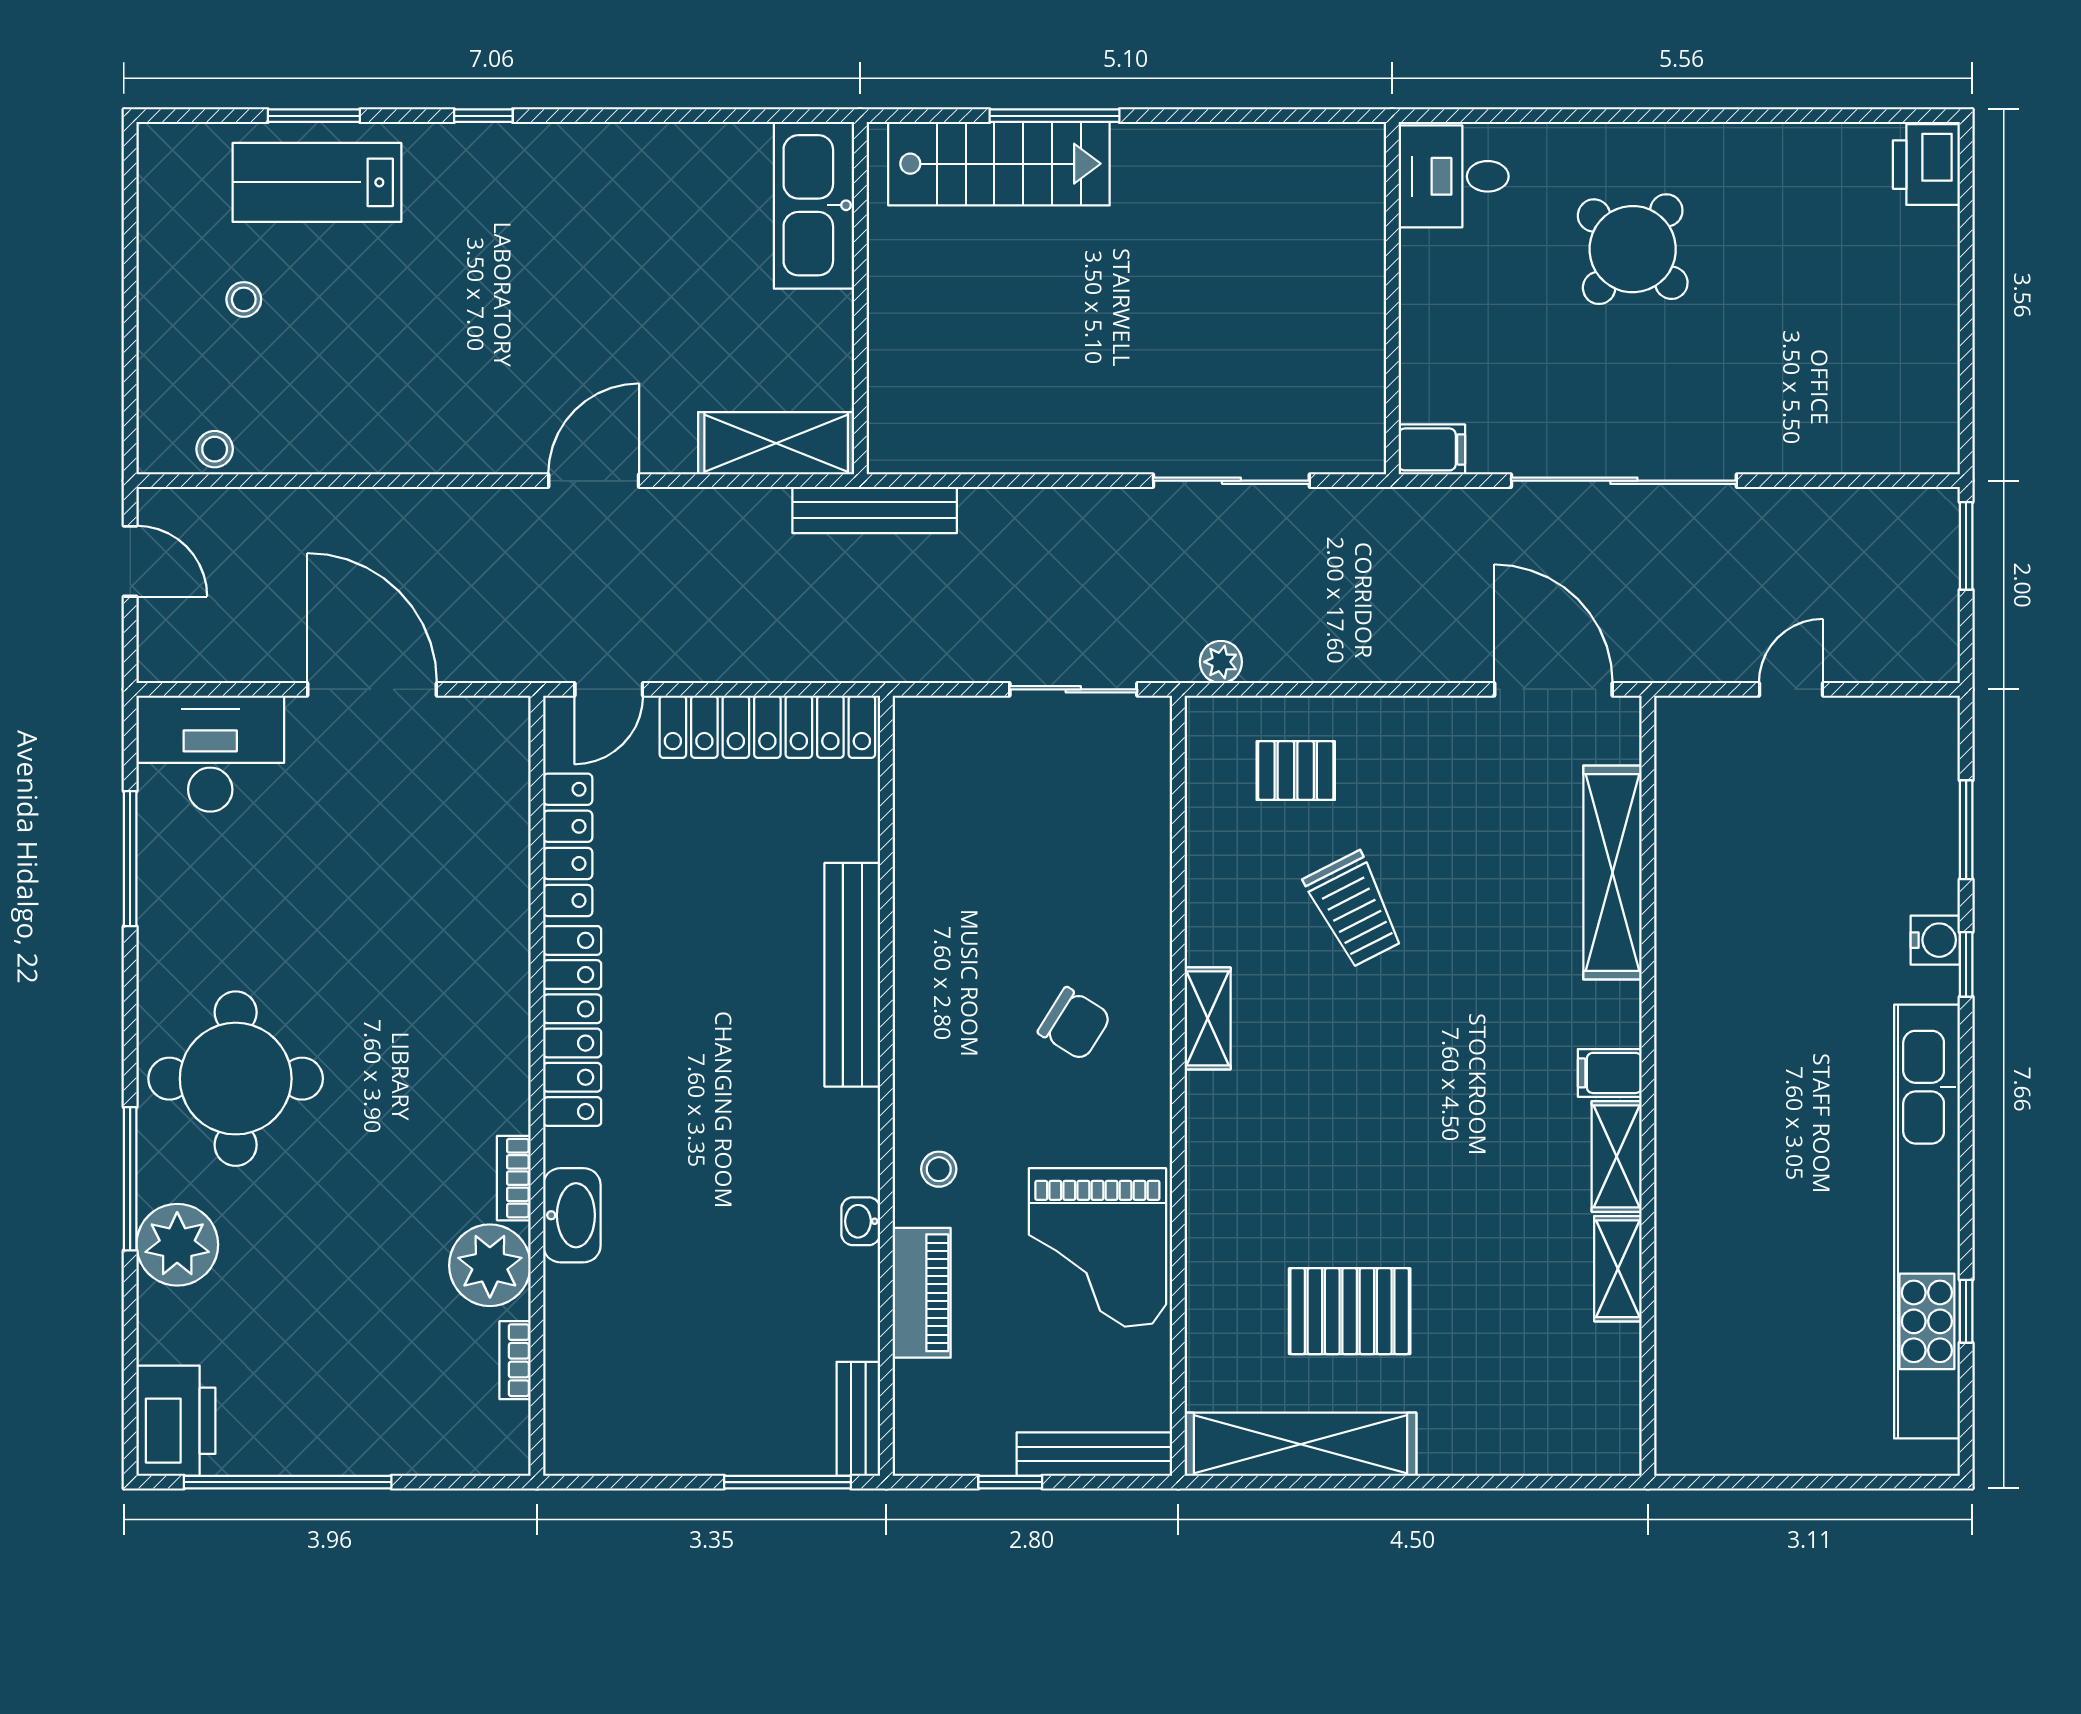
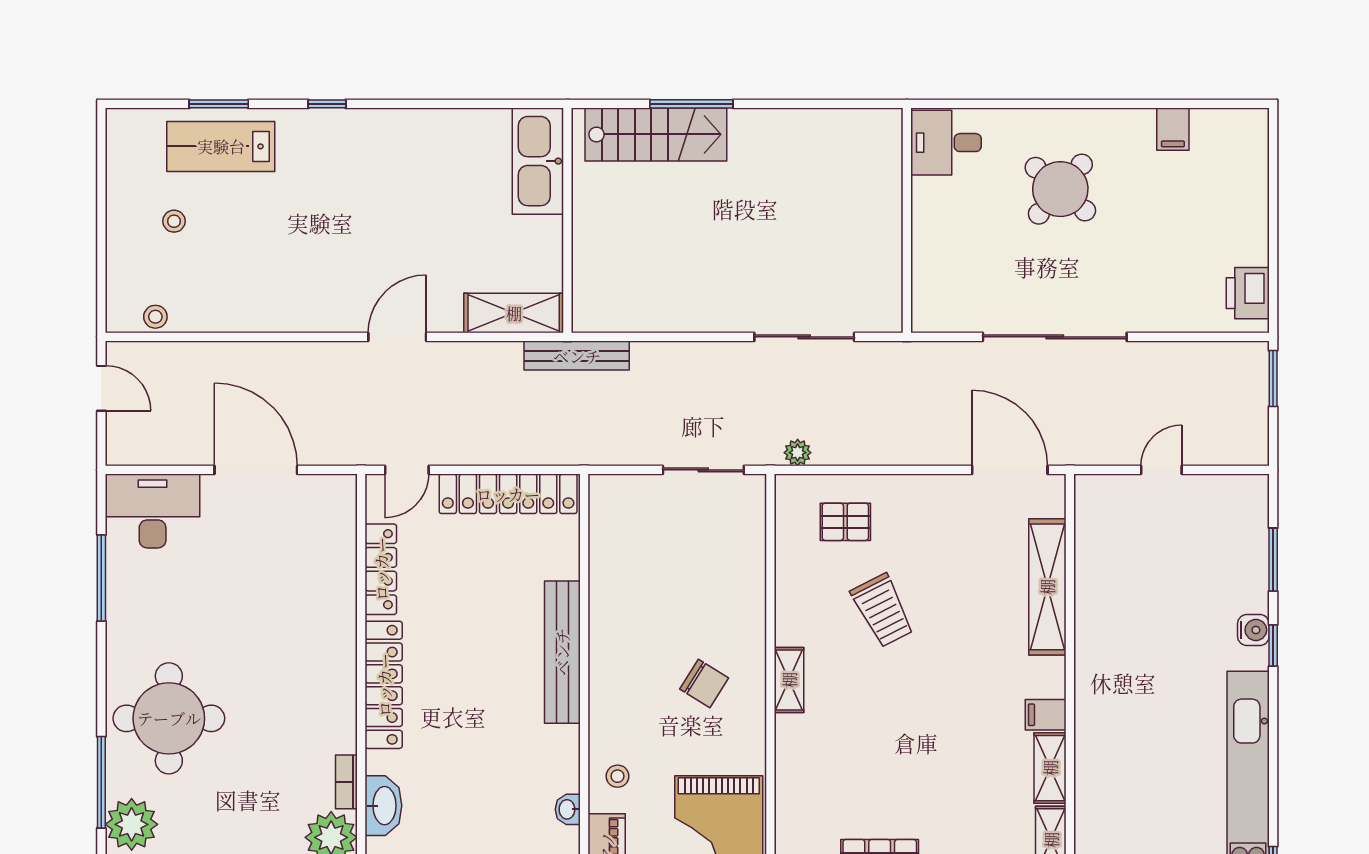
printer: (1926, 165) -> (1248, 293), moved
filing cabinet: (1432, 449) -> (1173, 129), moved, turned 90

